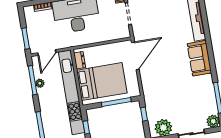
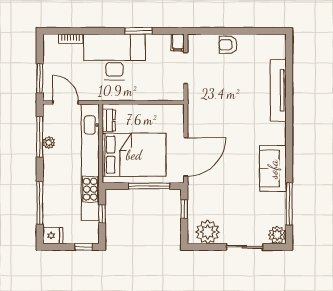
door: (47, 53) -> (66, 102), swing flipped
door: (135, 56) -> (186, 157), moved
sofa: (199, 58) -> (273, 169), moved

